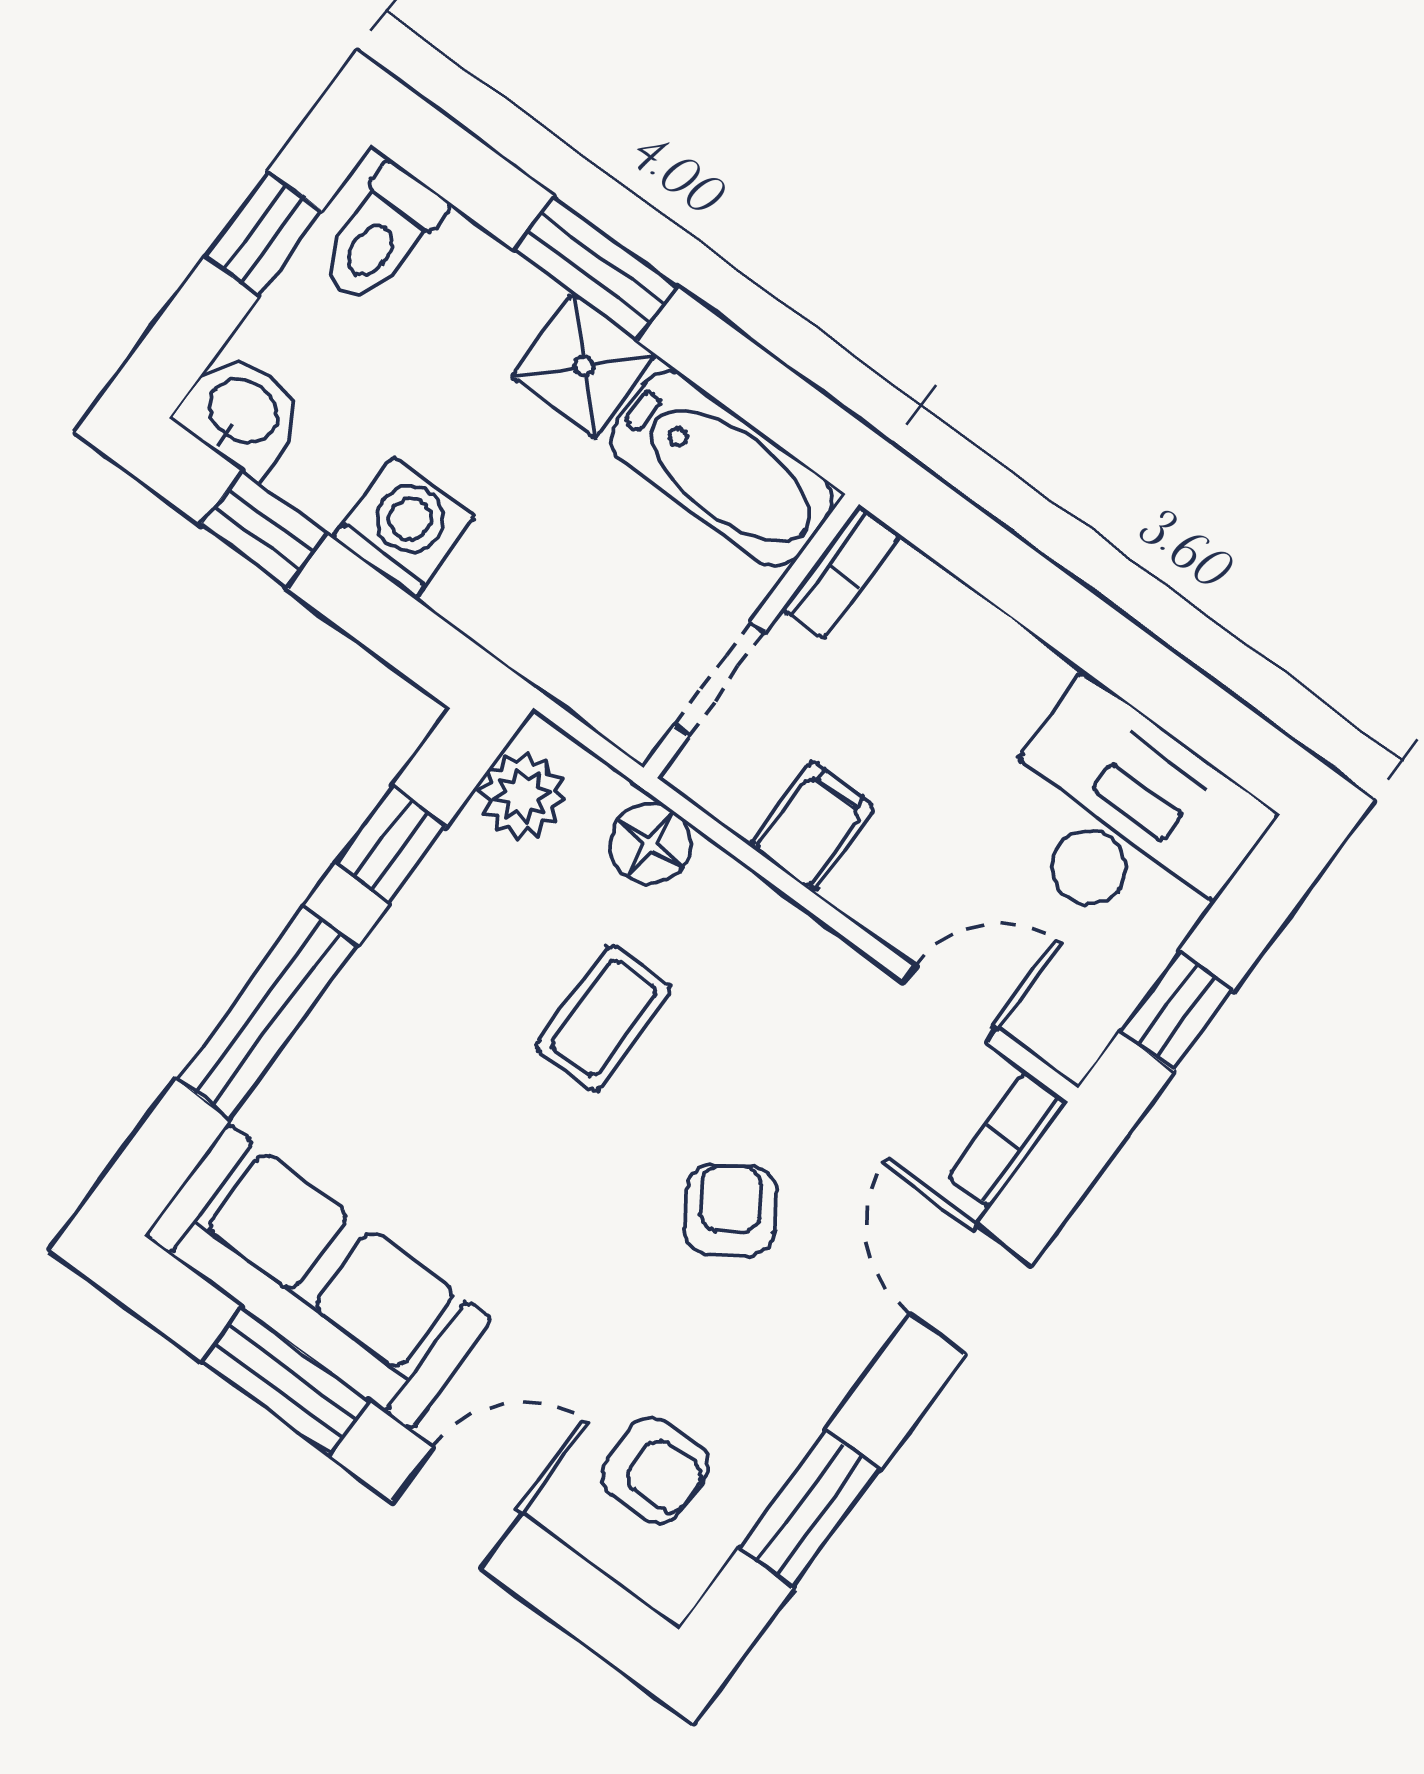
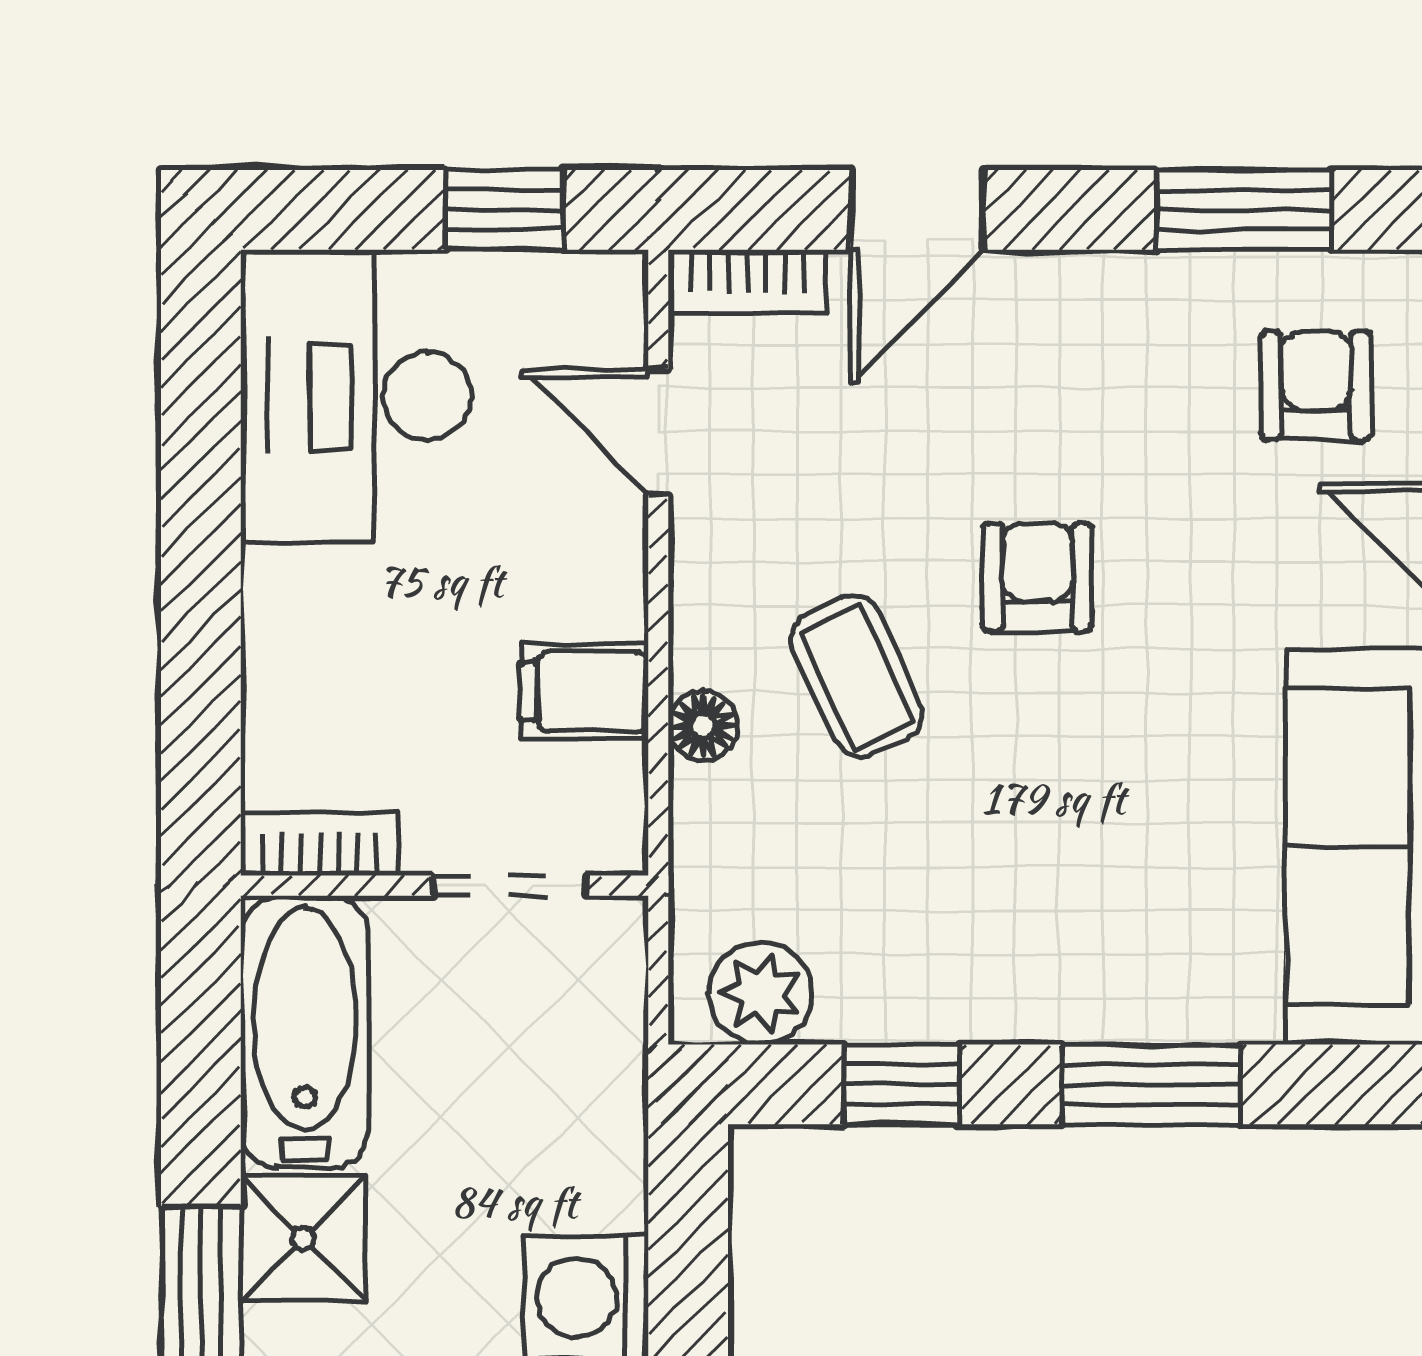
floor lamp: (650, 844) -> (703, 726), moved, width x0.73, depth x0.73
window: (267, 1013) -> (1151, 1084), width x0.69
coffee table: (604, 1018) -> (857, 676), moved, turned 65
armchair: (730, 1210) -> (1037, 577), moved, turned 123

